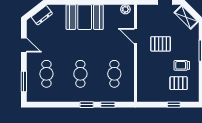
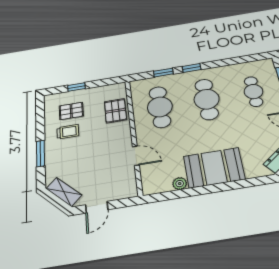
plant: (125, 9) -> (180, 184), moved
pallet: (161, 44) -> (115, 111), moved, turned 90
cafe table: (80, 74) -> (207, 99), width x1.37, depth x1.35
cafe table: (114, 74) -> (160, 107), width x1.37, depth x1.35

